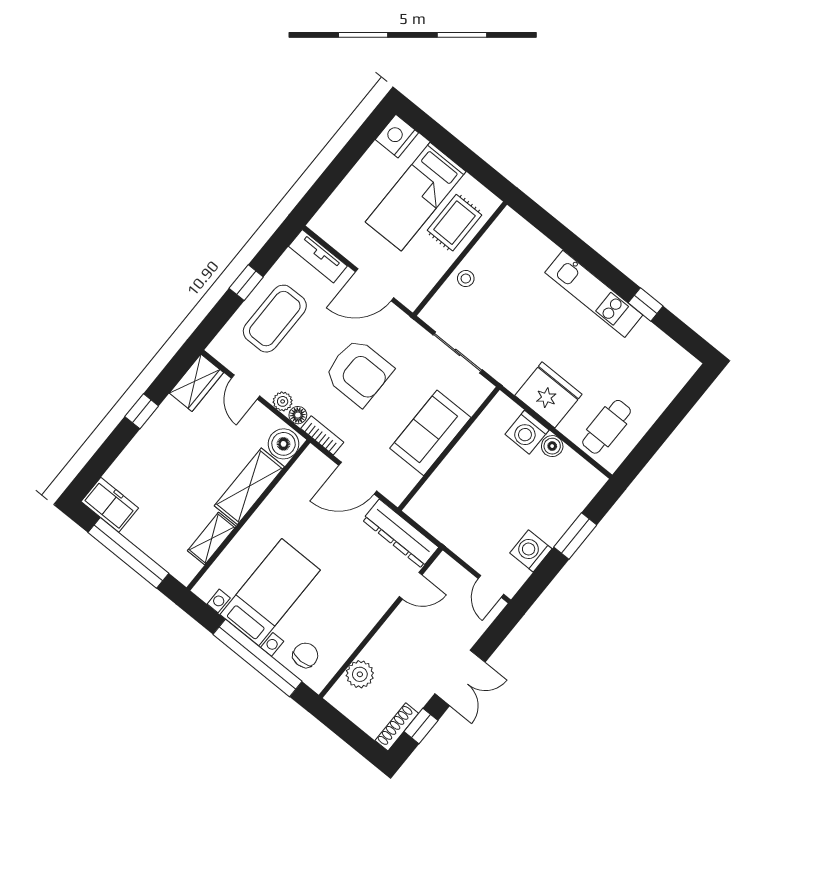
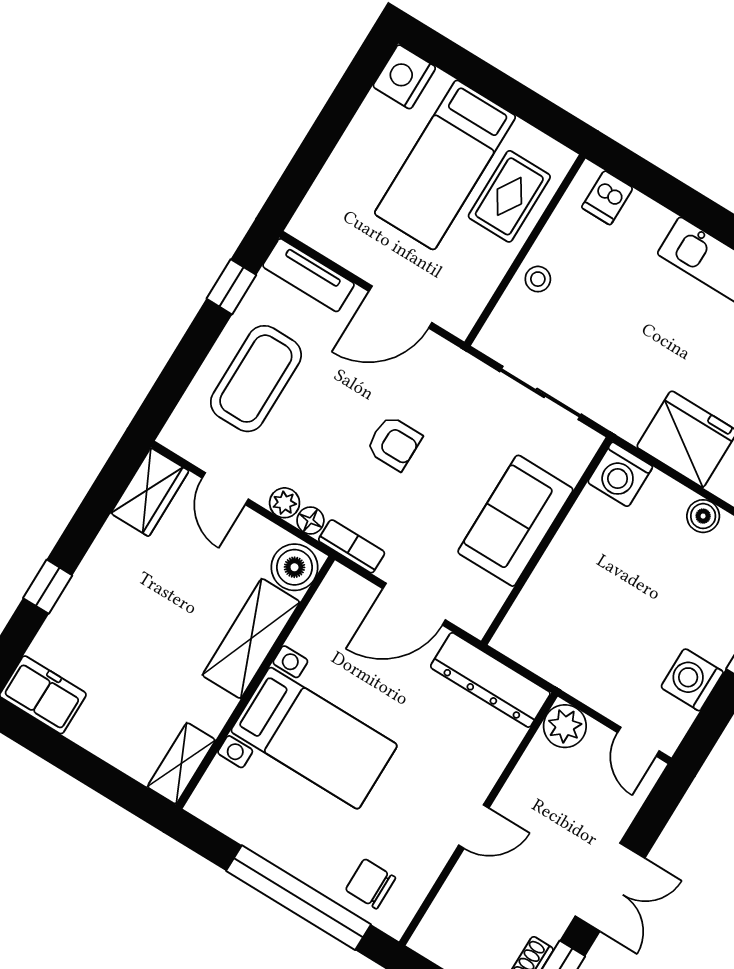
dishwasher: (518, 232) -> (607, 198), added
window: (246, 283) -> (231, 287), moved
armchair: (359, 372) -> (394, 443), width x0.53, depth x0.53
window: (142, 411) -> (48, 587), moved
washing machine: (527, 432) -> (620, 474), moved
shelving: (212, 538) -> (181, 763), moved
window: (128, 553) -> (81, 764), removed
door: (411, 586) -> (474, 827), moved
bed with nightstands: (270, 592) -> (314, 738), moved, turned 90
chair: (305, 655) -> (371, 884), turned -90
plant: (360, 674) -> (565, 726), moved

